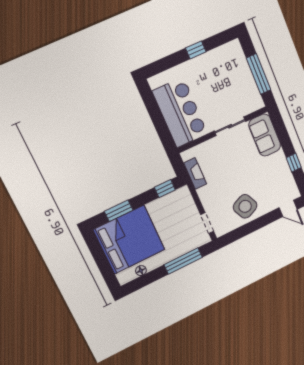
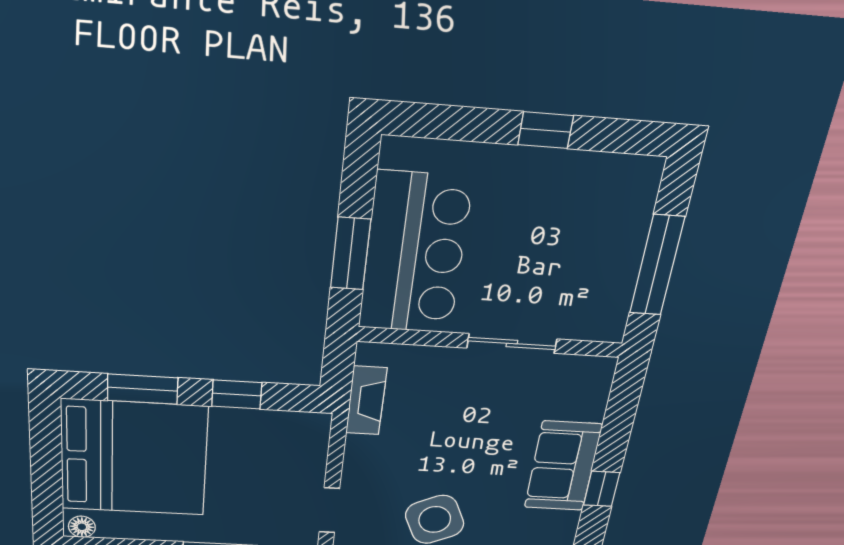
window: (160, 124) -> (351, 254), added
sofa: (265, 135) -> (563, 466), moved
window: (165, 189) -> (237, 394), moved
floor lamp: (141, 271) -> (82, 527), moved

